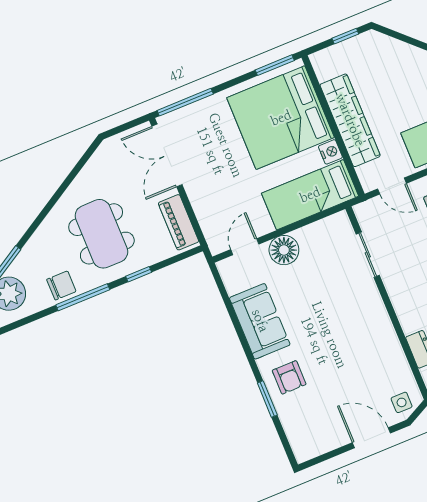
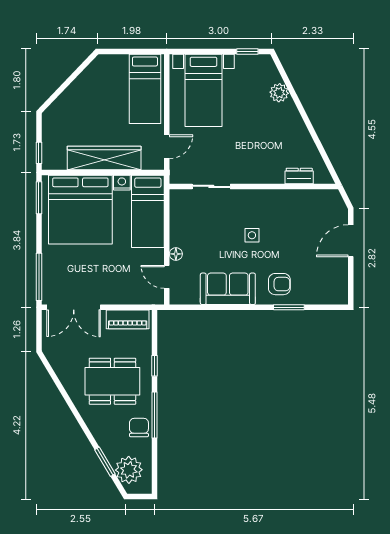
window: (345, 36) -> (39, 153), moved
floor lamp: (284, 250) -> (176, 254), width x0.53, depth x0.53
side table: (402, 402) -> (252, 235), moved

